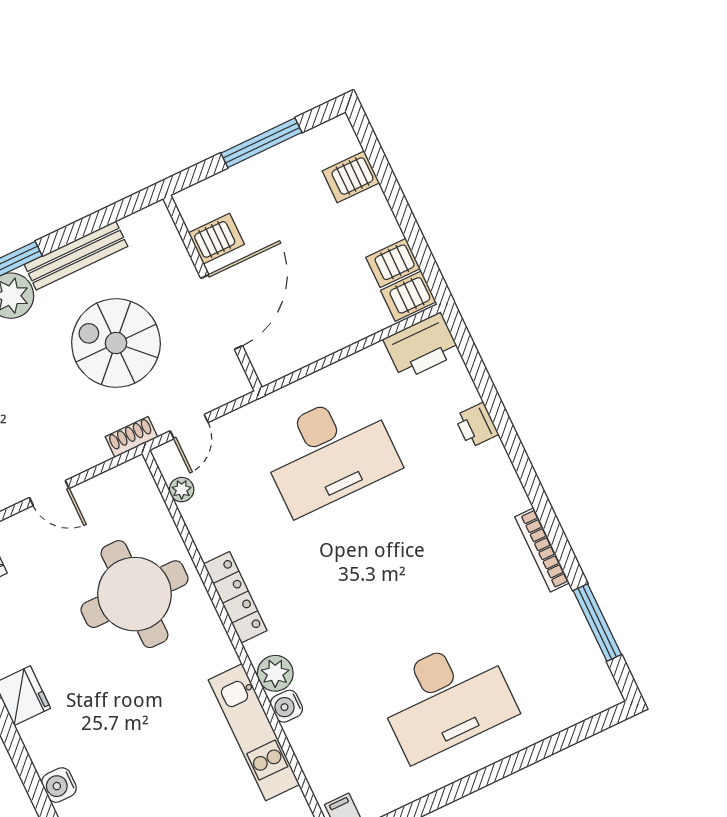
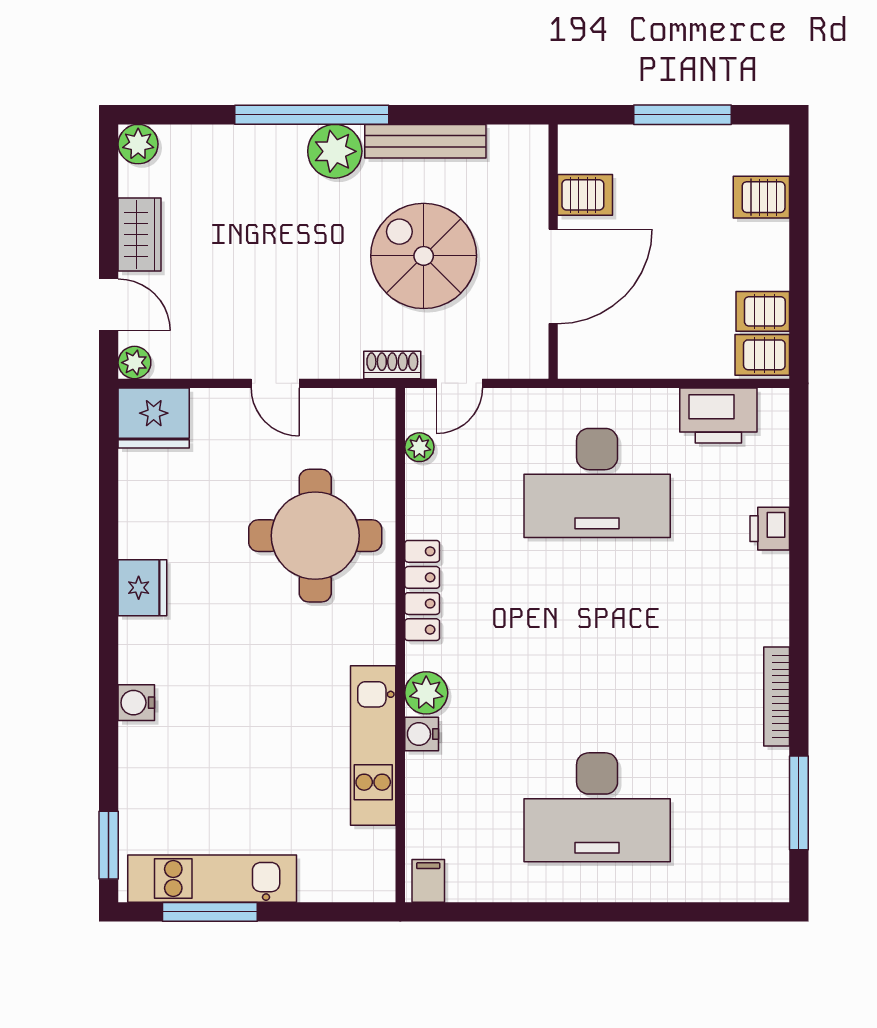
printer: (421, 346) -> (718, 416), moved

